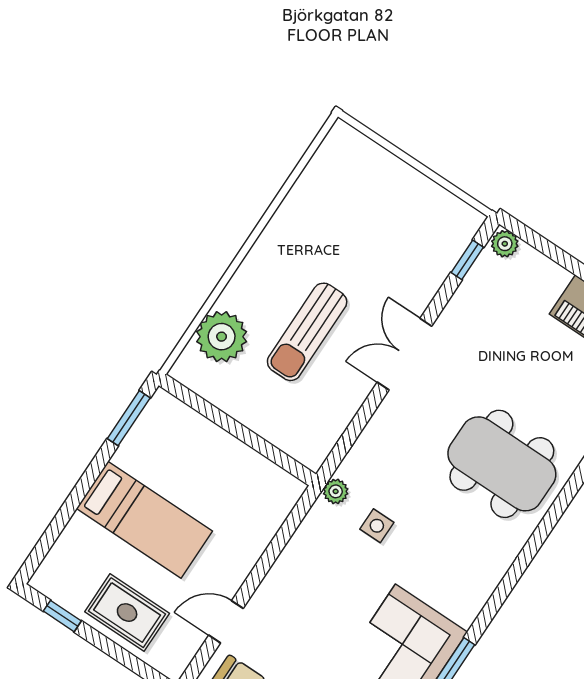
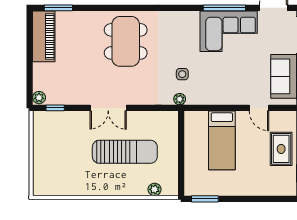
sun lounger: (307, 332) -> (125, 152), width x1.36, depth x1.34
plant: (222, 337) -> (155, 189), width x0.53, depth x0.53
bed: (144, 520) -> (222, 140), moved, turned 180

